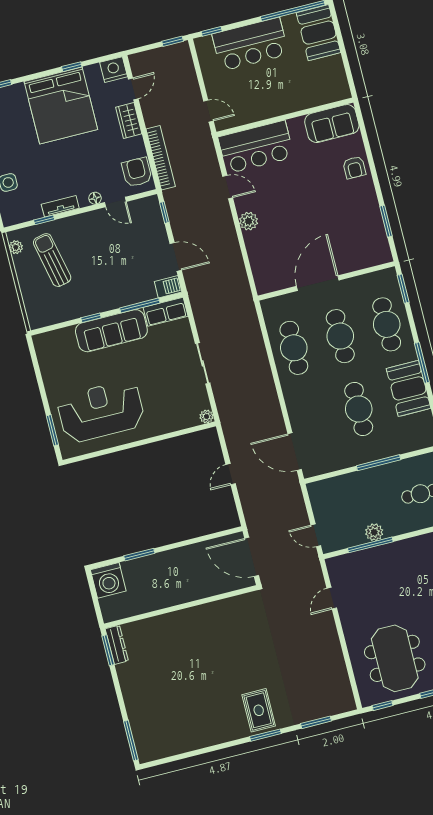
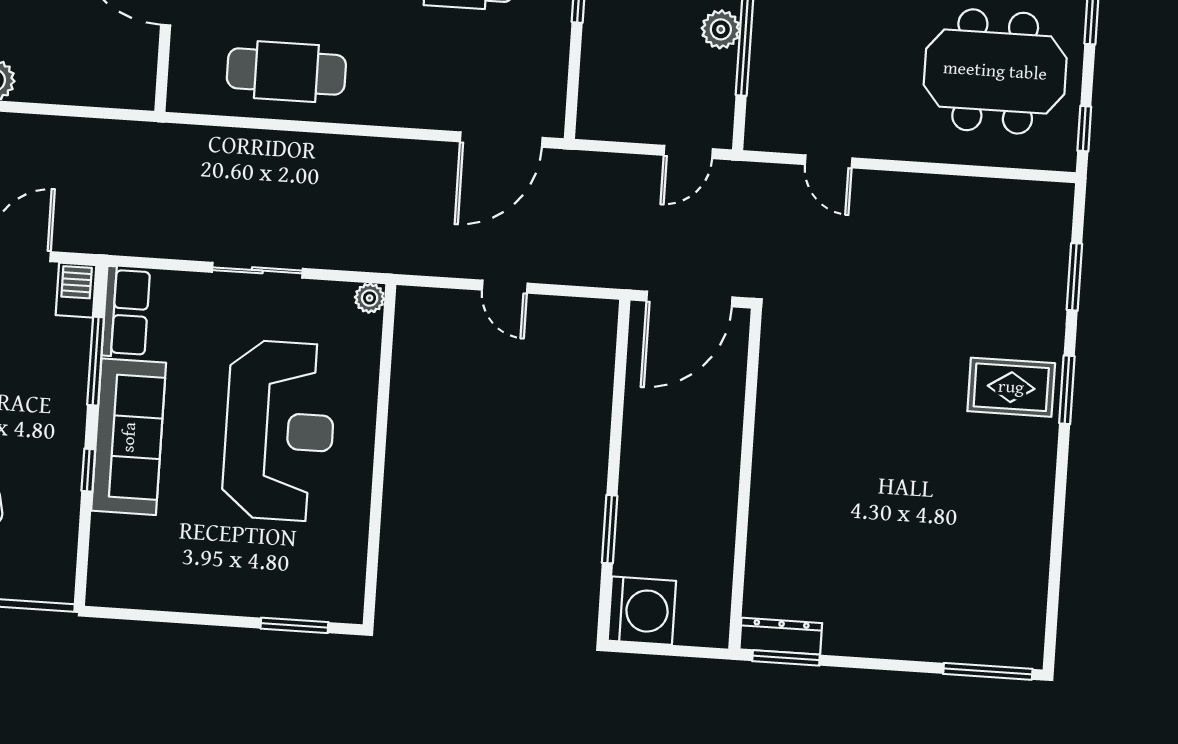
reception desk: (101, 411) -> (279, 431), moved, turned 180

